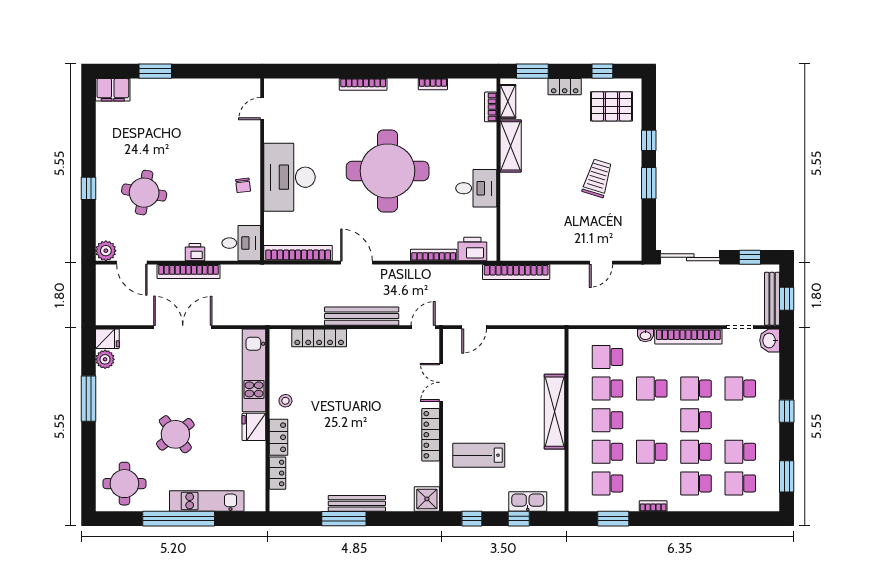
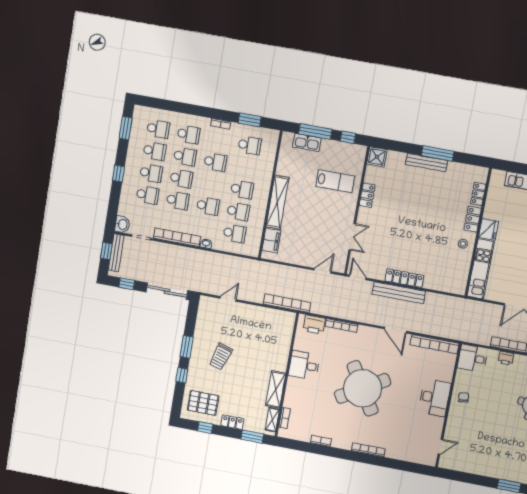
round table: (388, 171) -> (363, 388), turned -31
desk: (289, 177) -> (435, 398), width x0.73, depth x0.77
door: (423, 327) -> (358, 277), swing flipped
locker: (319, 338) -> (404, 278), moved
filing cabinet: (554, 356) -> (271, 241), added
locker: (431, 435) -> (367, 195), width x0.66
school desk: (608, 452) -> (151, 173), moved
window: (519, 519) -> (315, 132), width x2.17

